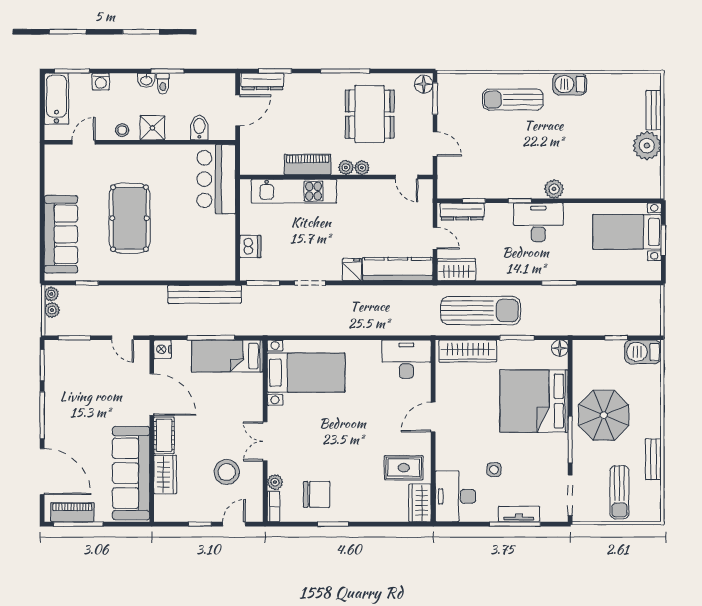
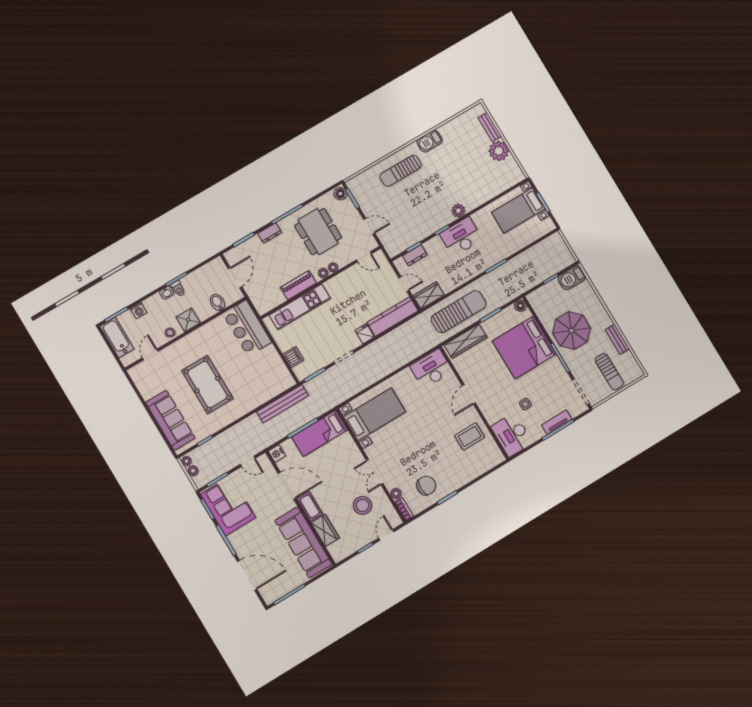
dresser: (262, 81) -> (270, 233), moved, width x0.70
dresser: (462, 211) -> (415, 255), width x0.70
corner sofa: (69, 376) -> (228, 506), added
wardrobe: (420, 503) -> (493, 452), removed
piano: (72, 512) -> (281, 589), removed

